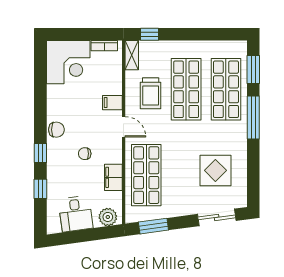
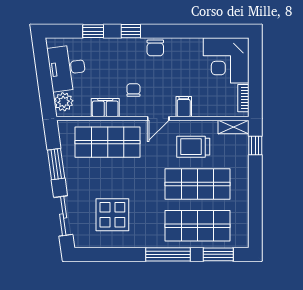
chair: (85, 154) -> (133, 90), moved
desk: (76, 214) -> (67, 68), width x1.37
window: (153, 226) -> (56, 164), moved

